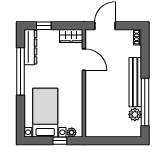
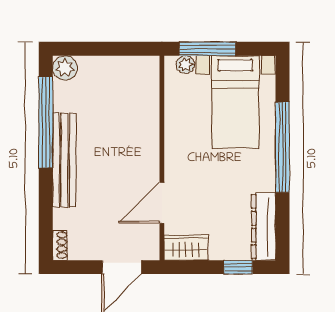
door: (84, 60) -> (162, 203), hinge flipped
window: (20, 71) -> (282, 147), moved
plant: (135, 114) -> (65, 68), moved
window: (60, 141) -> (207, 49), width x2.17

